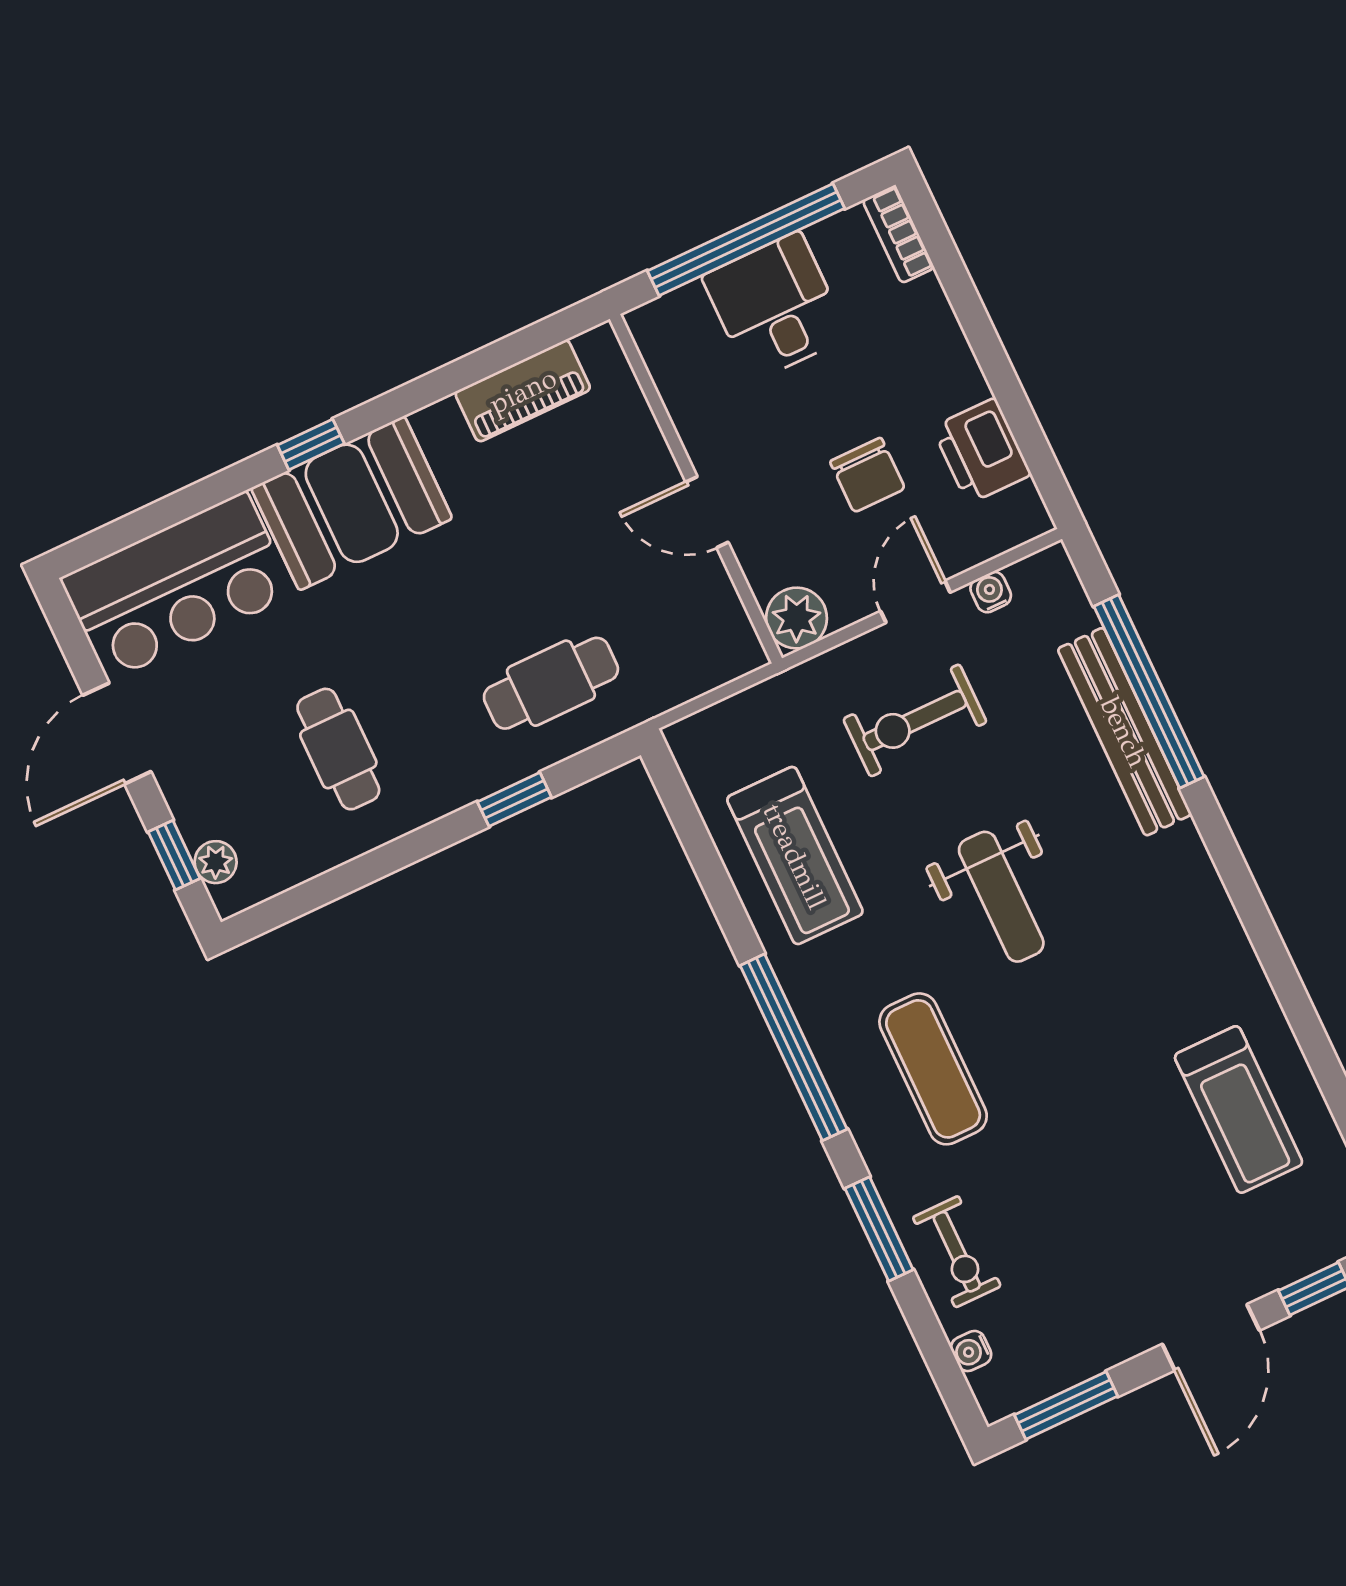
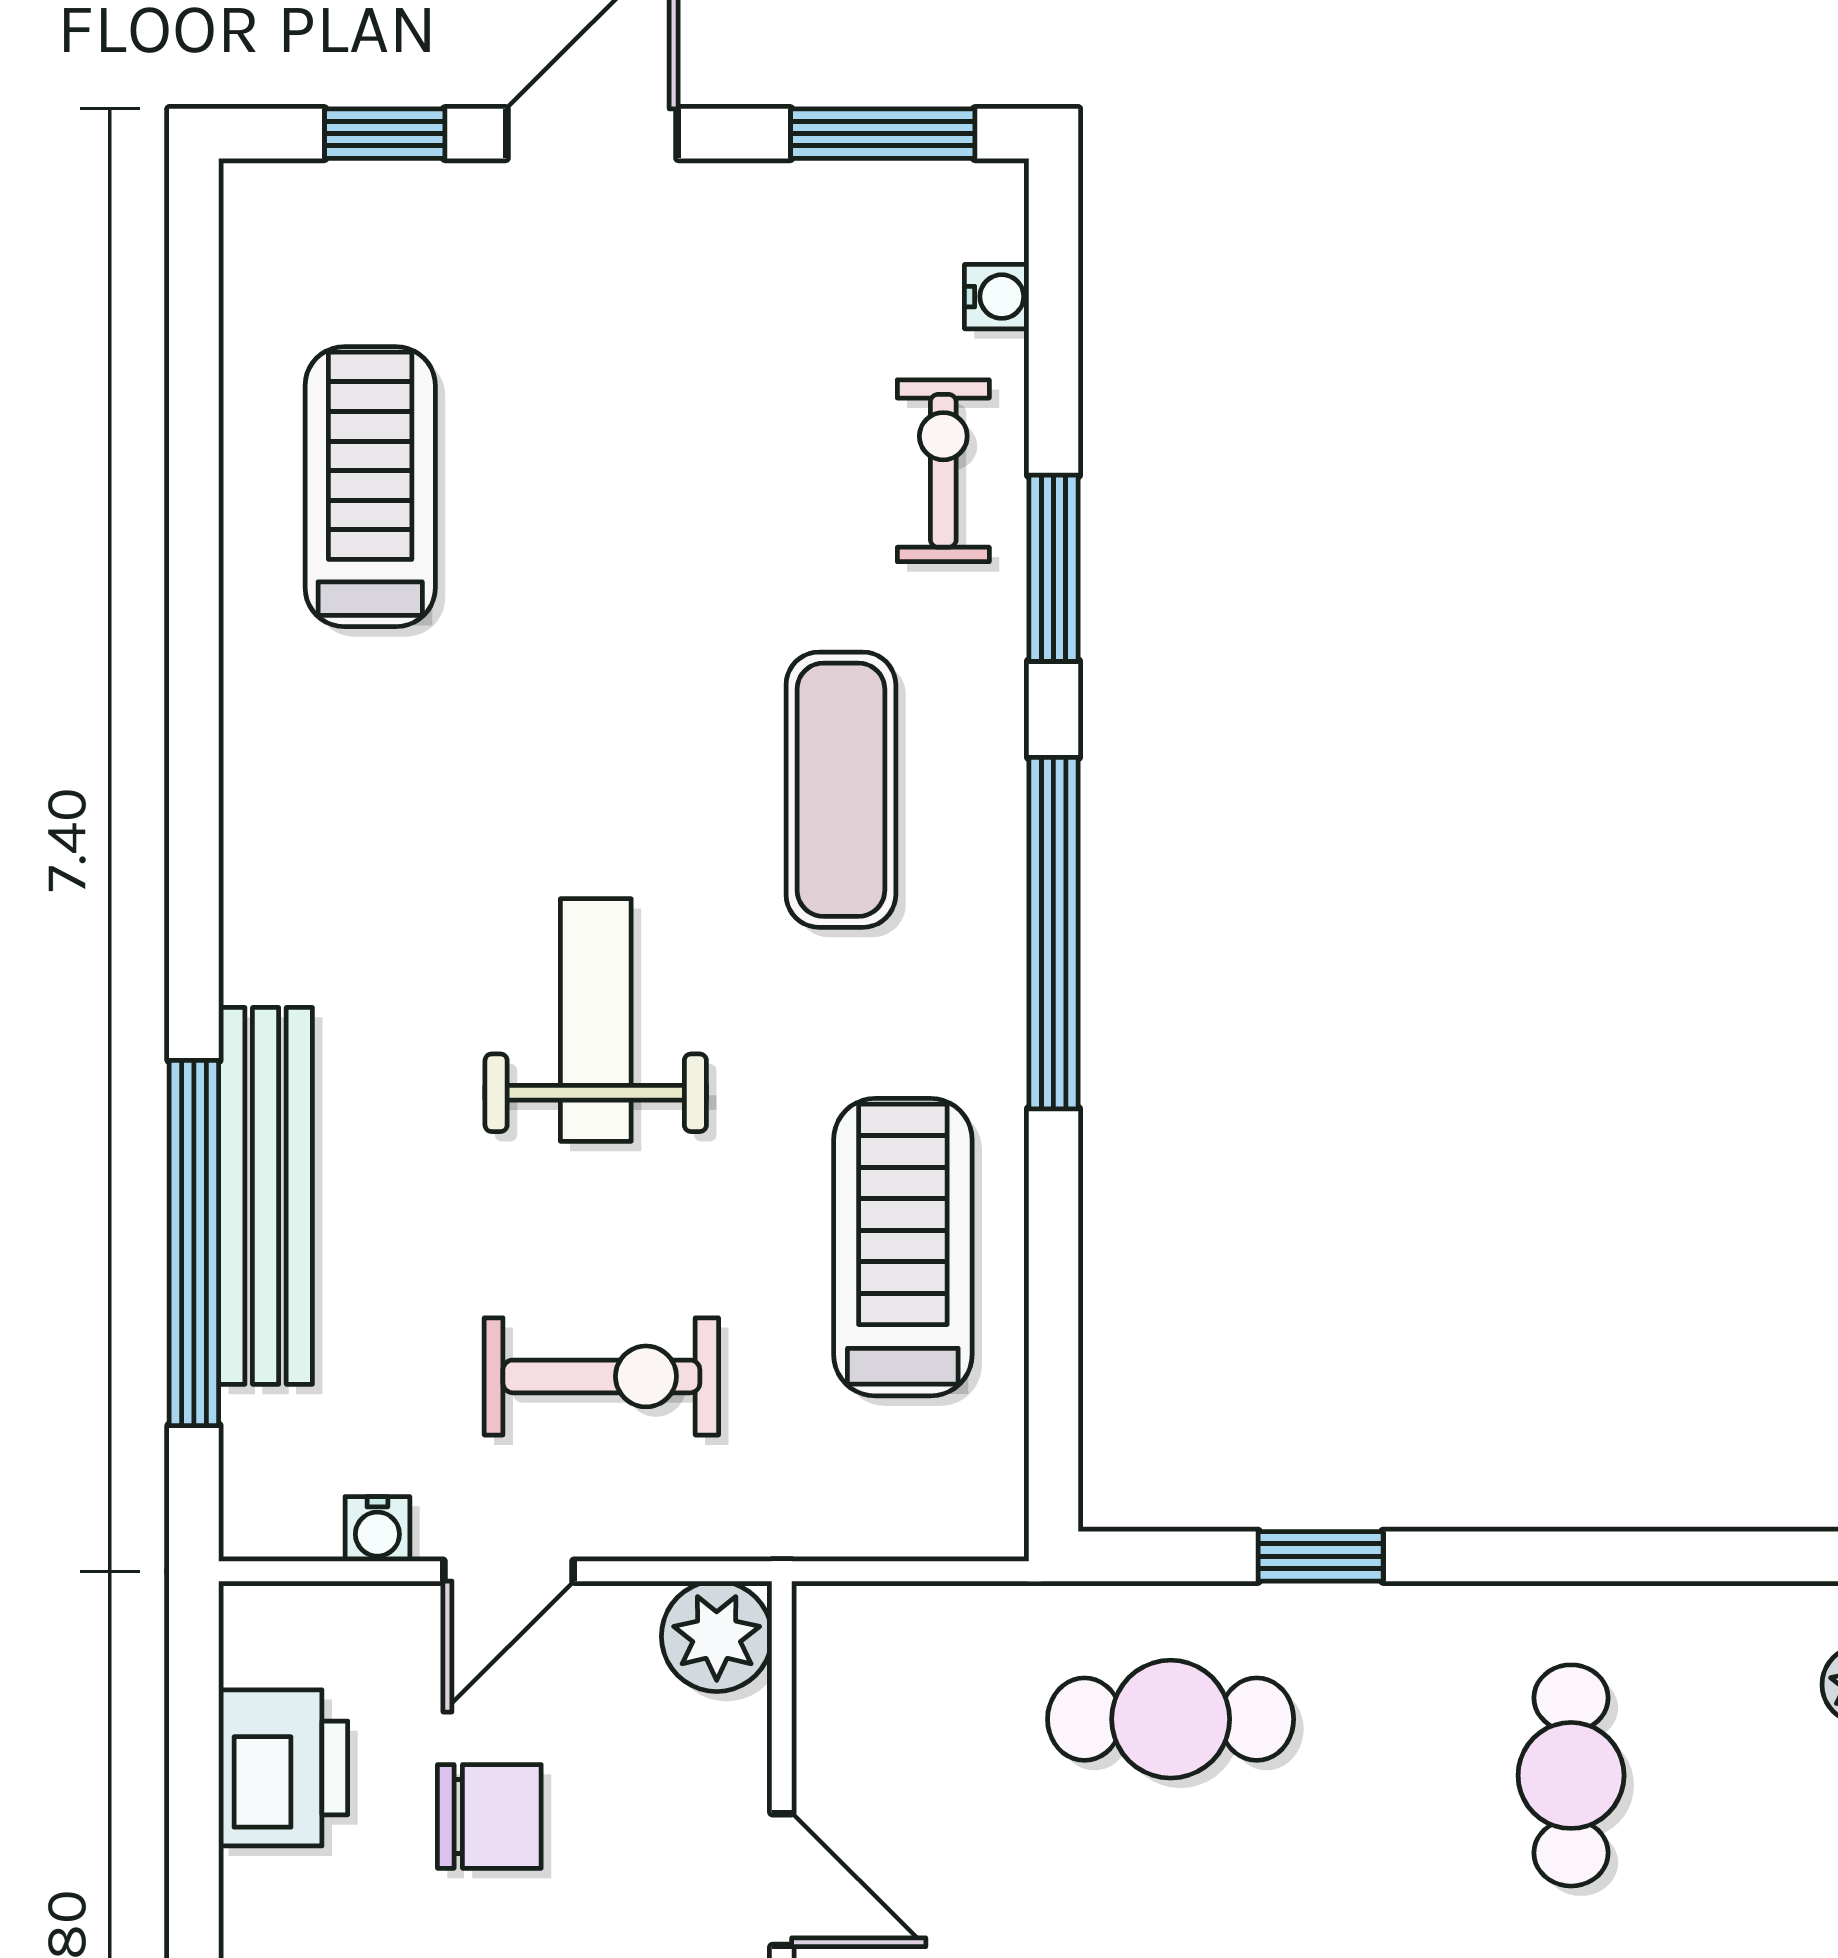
chair: (867, 475) -> (489, 1816), turned 90

